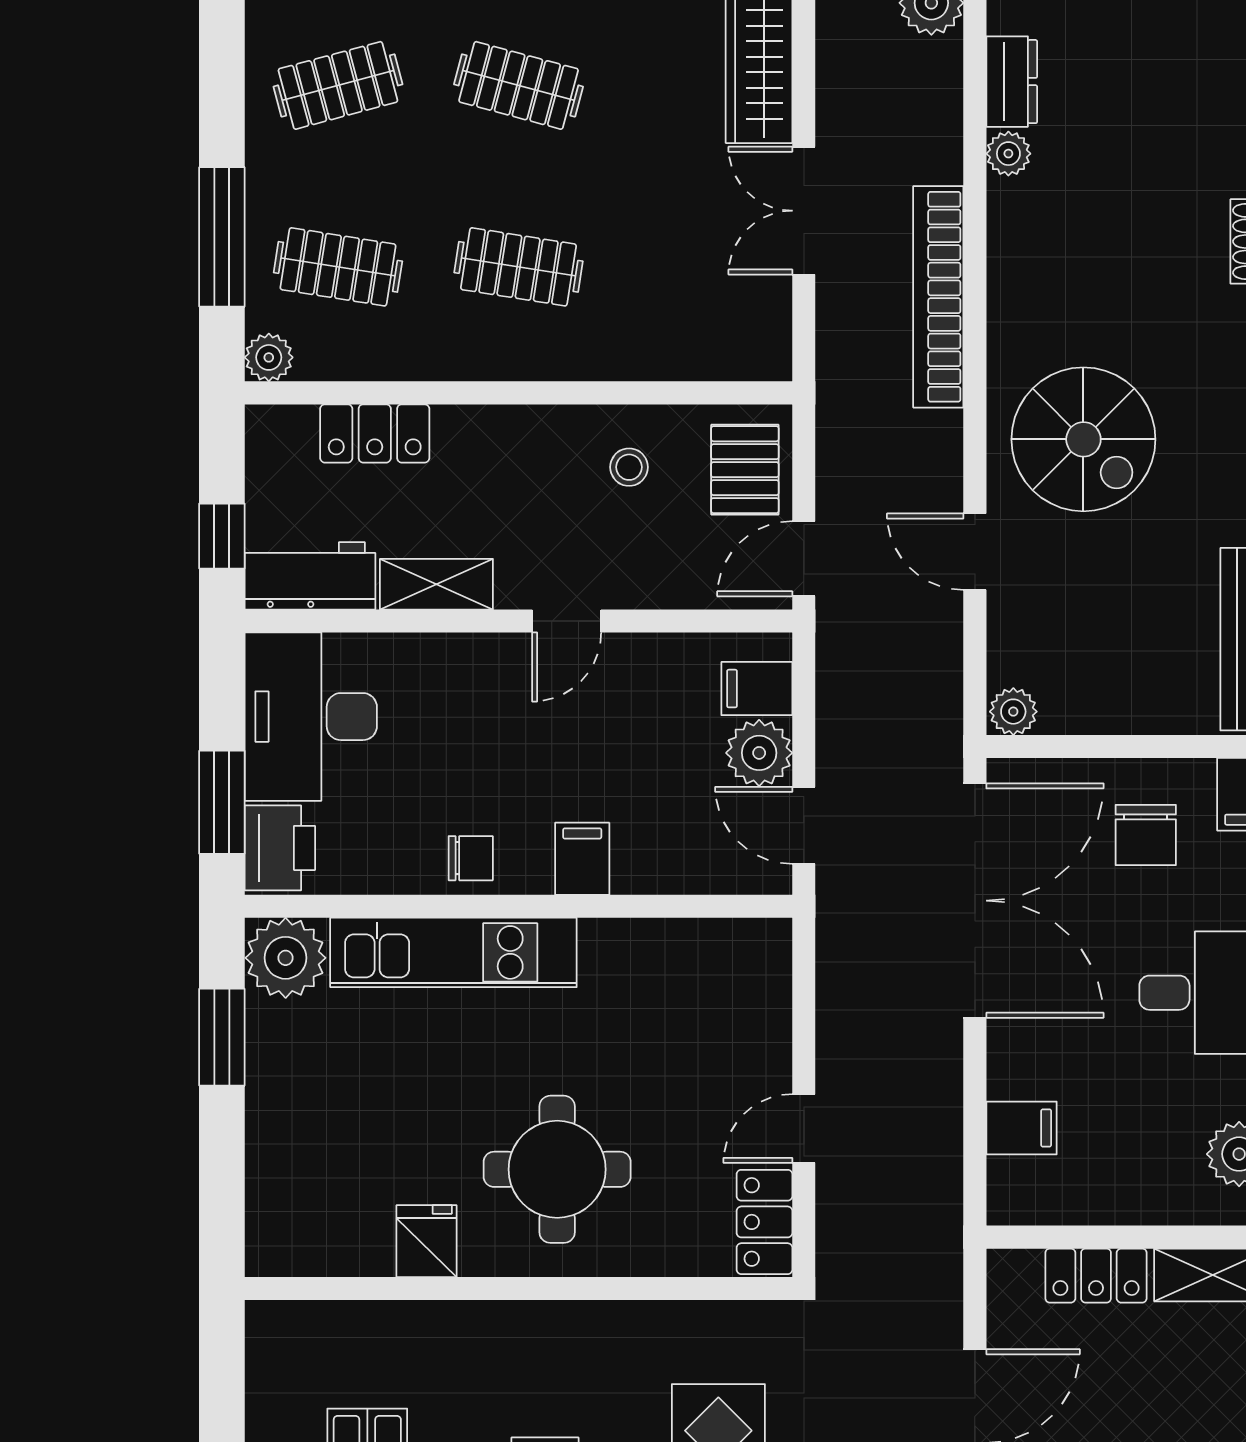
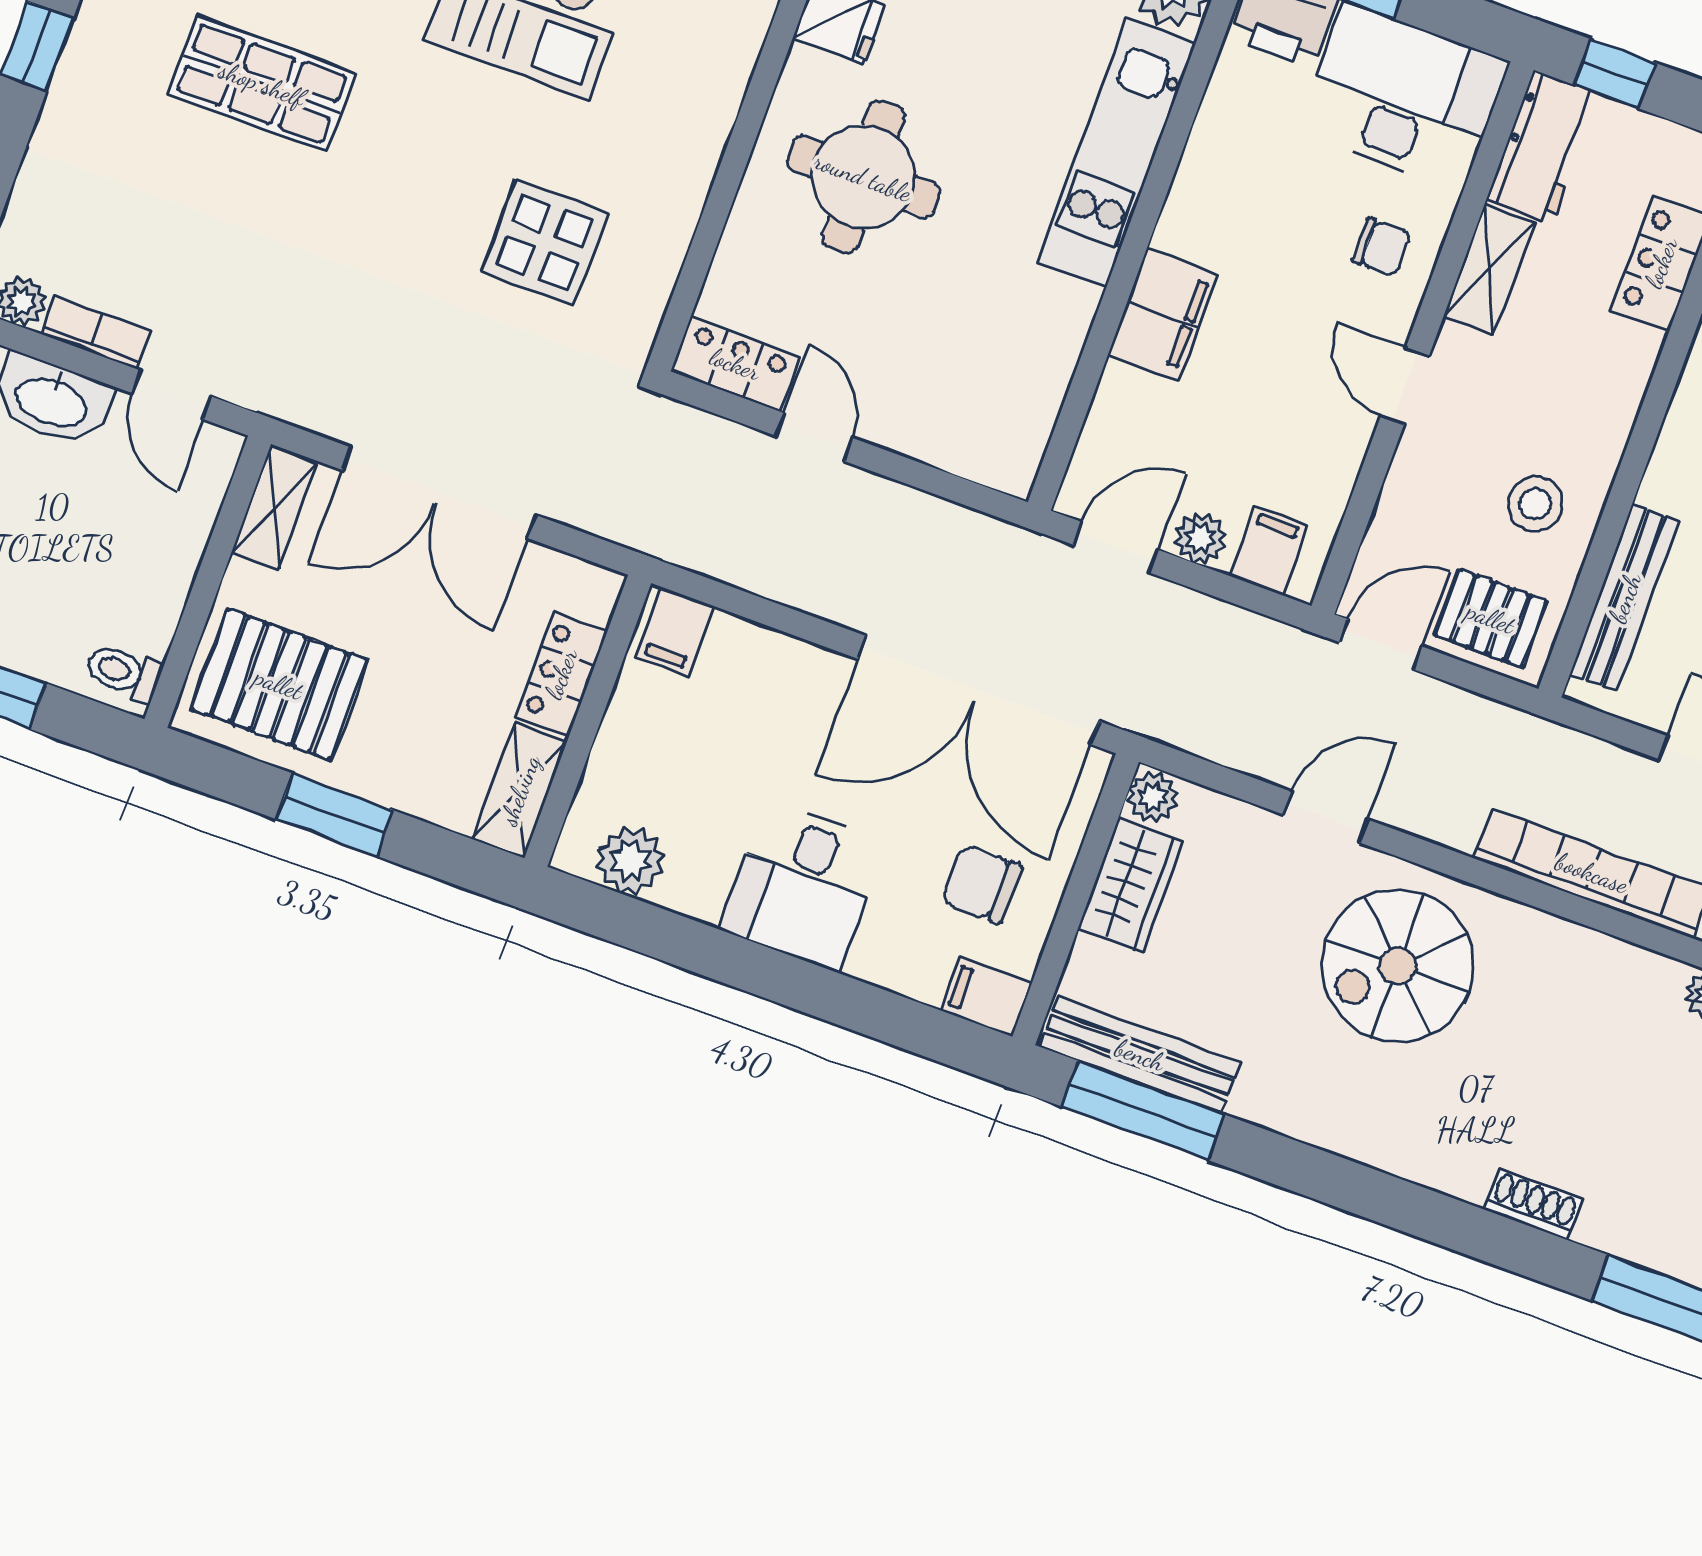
bench: (683, 358) -> (1625, 598), added
stool: (629, 467) -> (1535, 504), width x1.37, depth x1.37
door: (804, 559) -> (1381, 644), hinge flipped
wardrobe: (1098, 702) -> (1131, 884), added
plant: (759, 753) -> (1201, 538), width x0.73, depth x0.73
chair: (471, 858) -> (1381, 247), moved, turned -90
filing cabinet: (582, 859) -> (1163, 315), width x2.00
filing cabinet: (1021, 1128) -> (674, 631), moved

